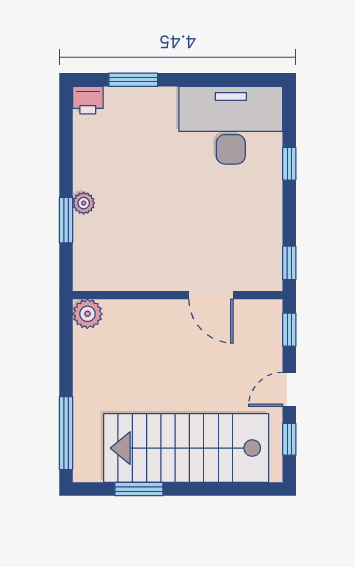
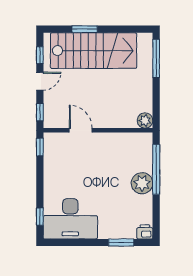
window: (289, 164) -> (40, 217), moved
plant: (84, 203) -> (142, 183), width x1.88, depth x1.88
window: (66, 220) -> (156, 169), width x2.11
window: (139, 489) -> (85, 29), moved

